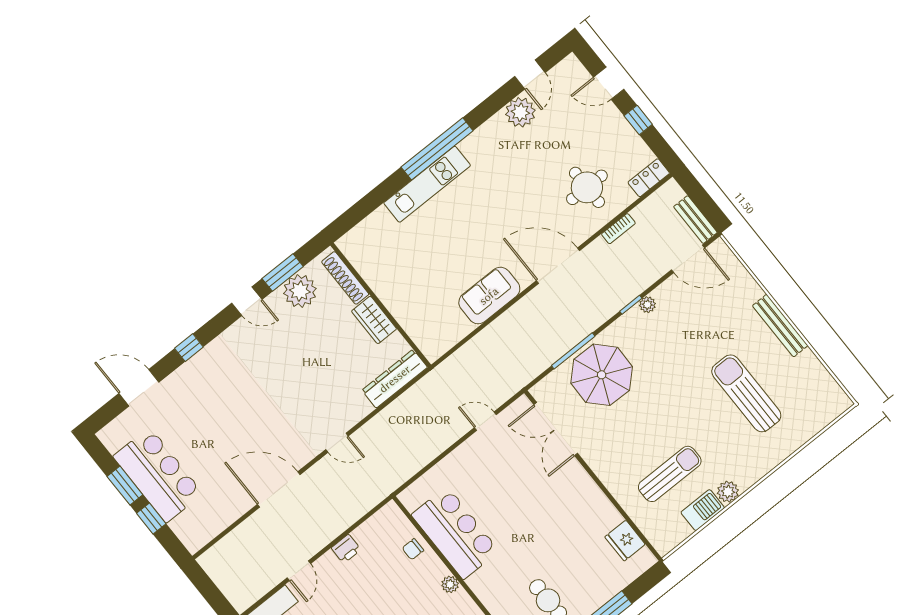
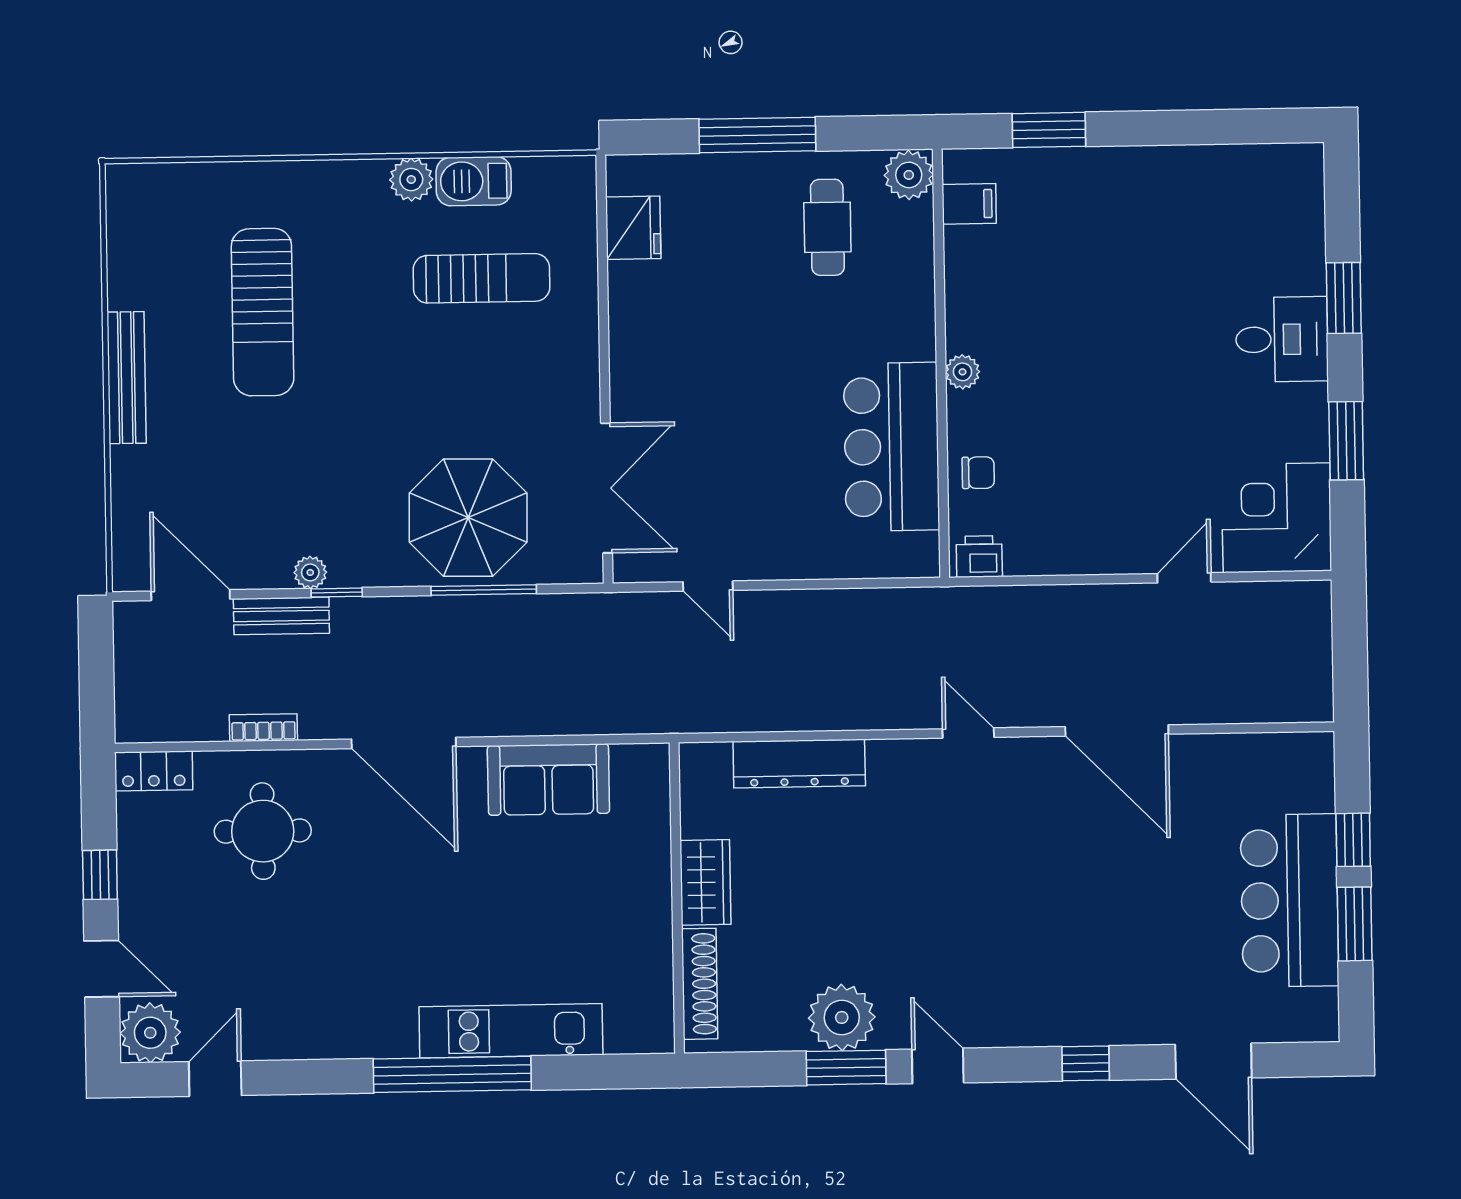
plant: (520, 112) -> (150, 1033), moved
bench: (695, 220) -> (281, 616), moved, turned 90
shoe rack: (345, 278) -> (700, 984), moved
wall: (381, 305) -> (677, 898), moved
wardrobe: (374, 320) -> (705, 882), moved
sun lounger: (670, 474) -> (481, 278), turned 180
printer: (346, 549) -> (979, 557), moved

